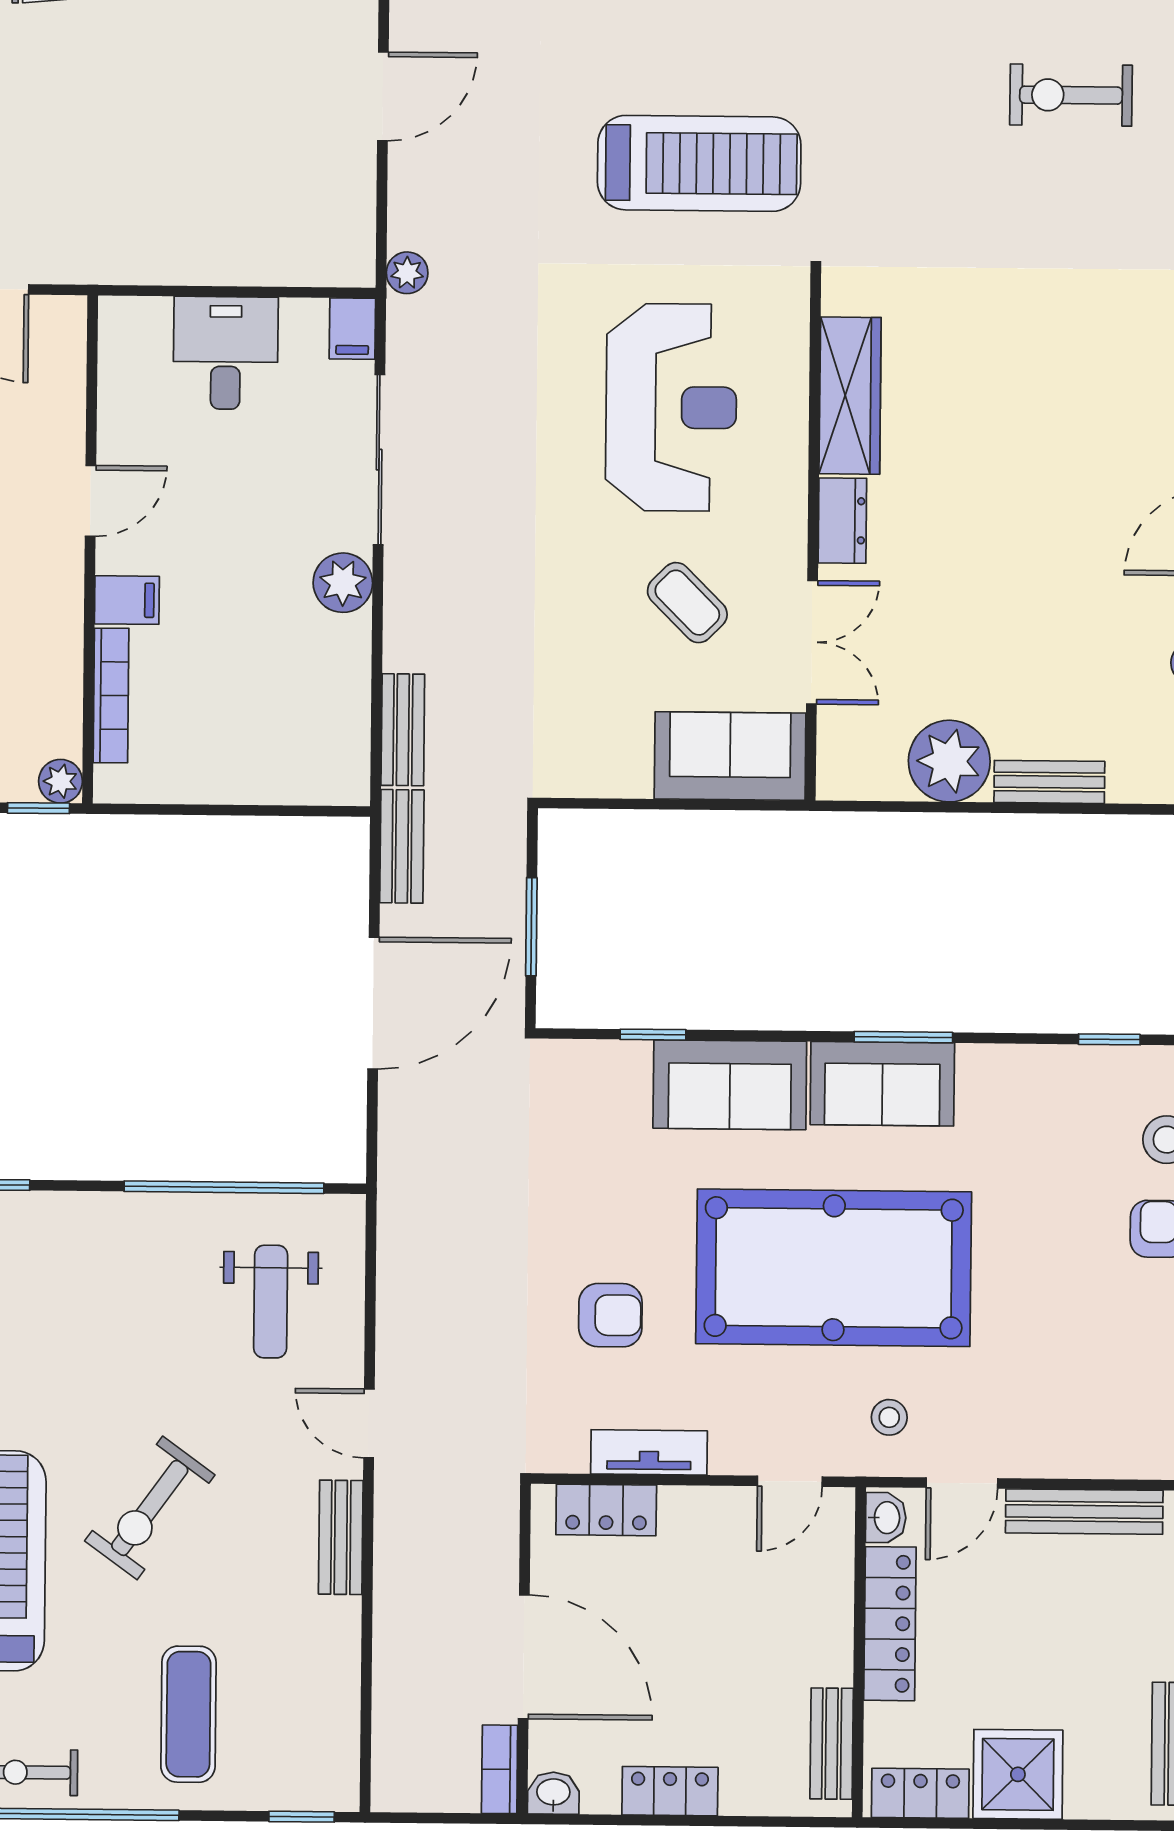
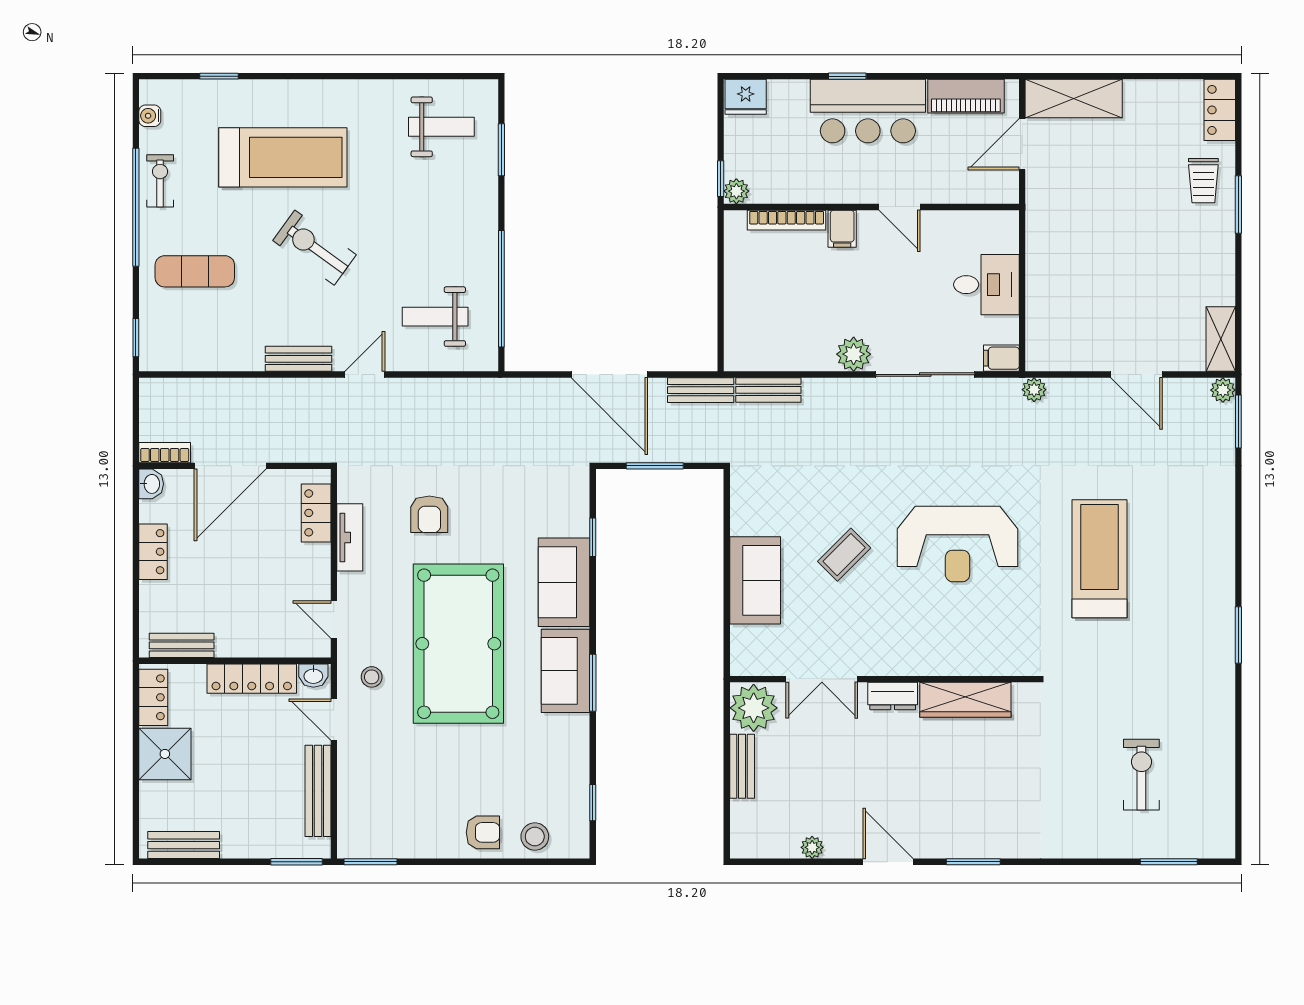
treadmill: (699, 163) -> (1099, 559), turned 180
wardrobe: (850, 396) -> (965, 700), moved
dresser: (842, 521) -> (893, 696), moved
wall: (813, 536) -> (884, 679), moved
double door: (812, 642) -> (822, 679), moved

